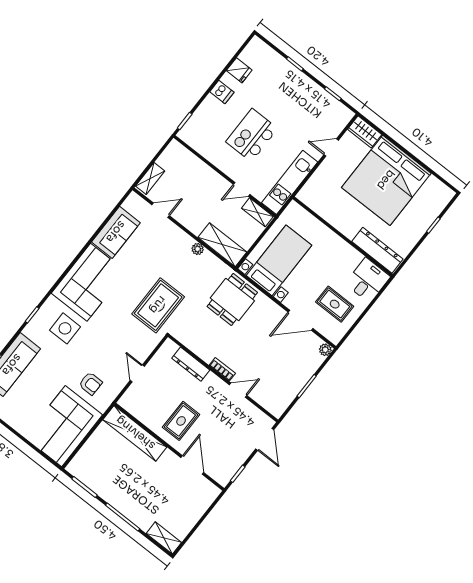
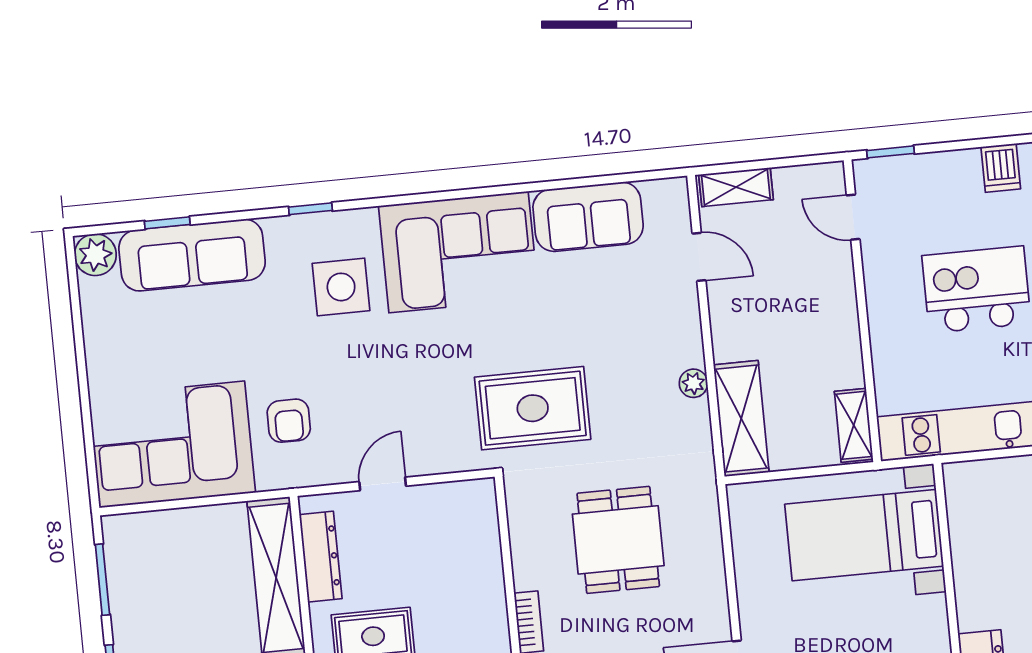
door: (242, 189) -> (853, 217), moved
bed with nightstands: (279, 260) -> (864, 535), moved, turned 180
dining table: (232, 299) -> (618, 540), moved, turned 90
dresser: (191, 364) -> (321, 557), moved, turned 180

